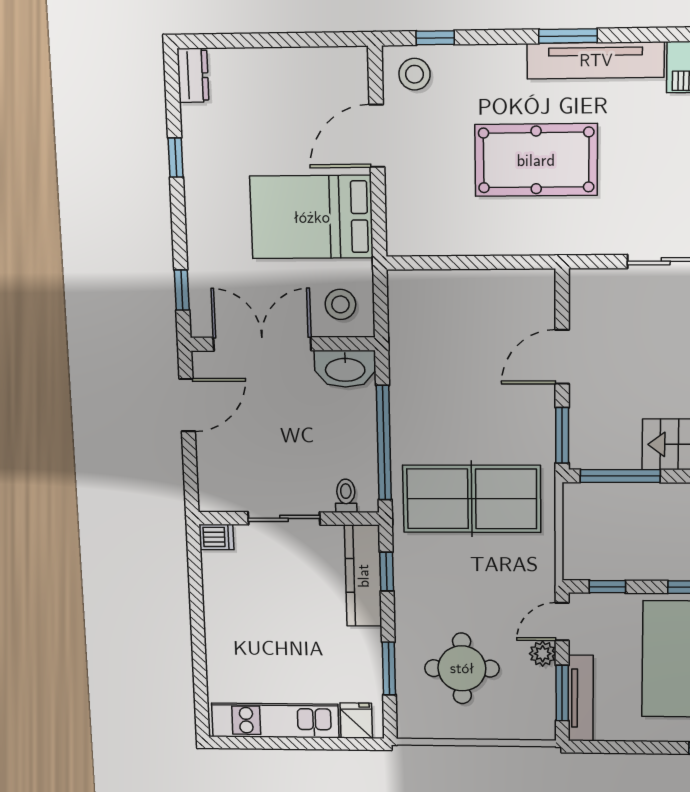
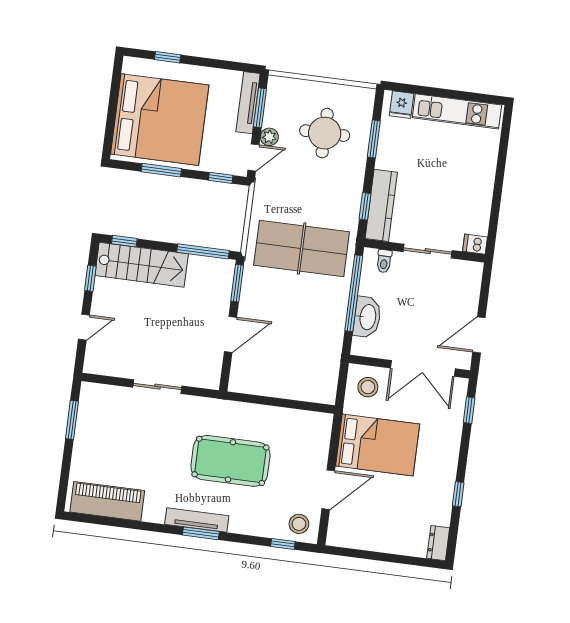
tv unit: (596, 60) -> (197, 520), width x0.73, depth x0.78
washbasin: (345, 369) -> (367, 317), moved, turned 90

